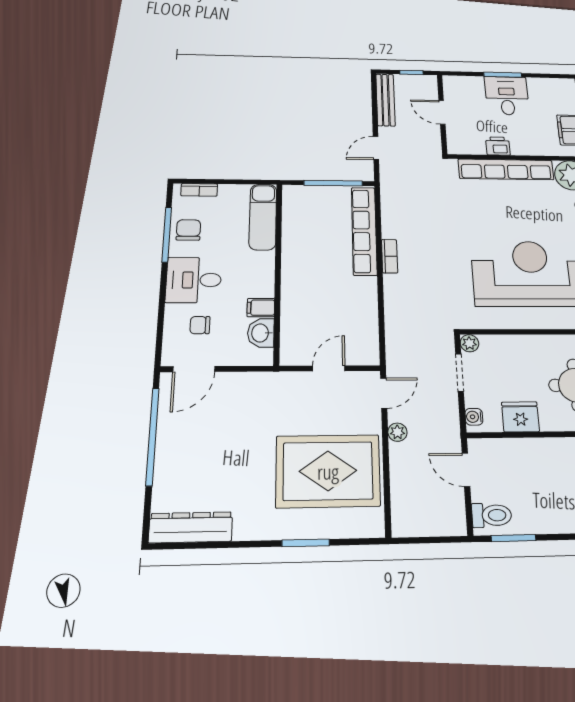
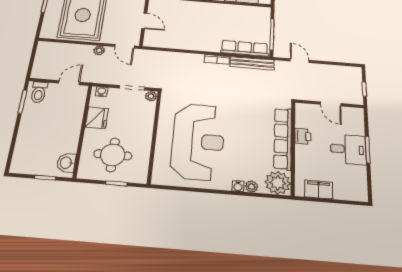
bench: (385, 100) -> (252, 63), moved
door: (442, 112) -> (331, 104), swing flipped
row of seats: (364, 231) -> (245, 48), width x0.73

